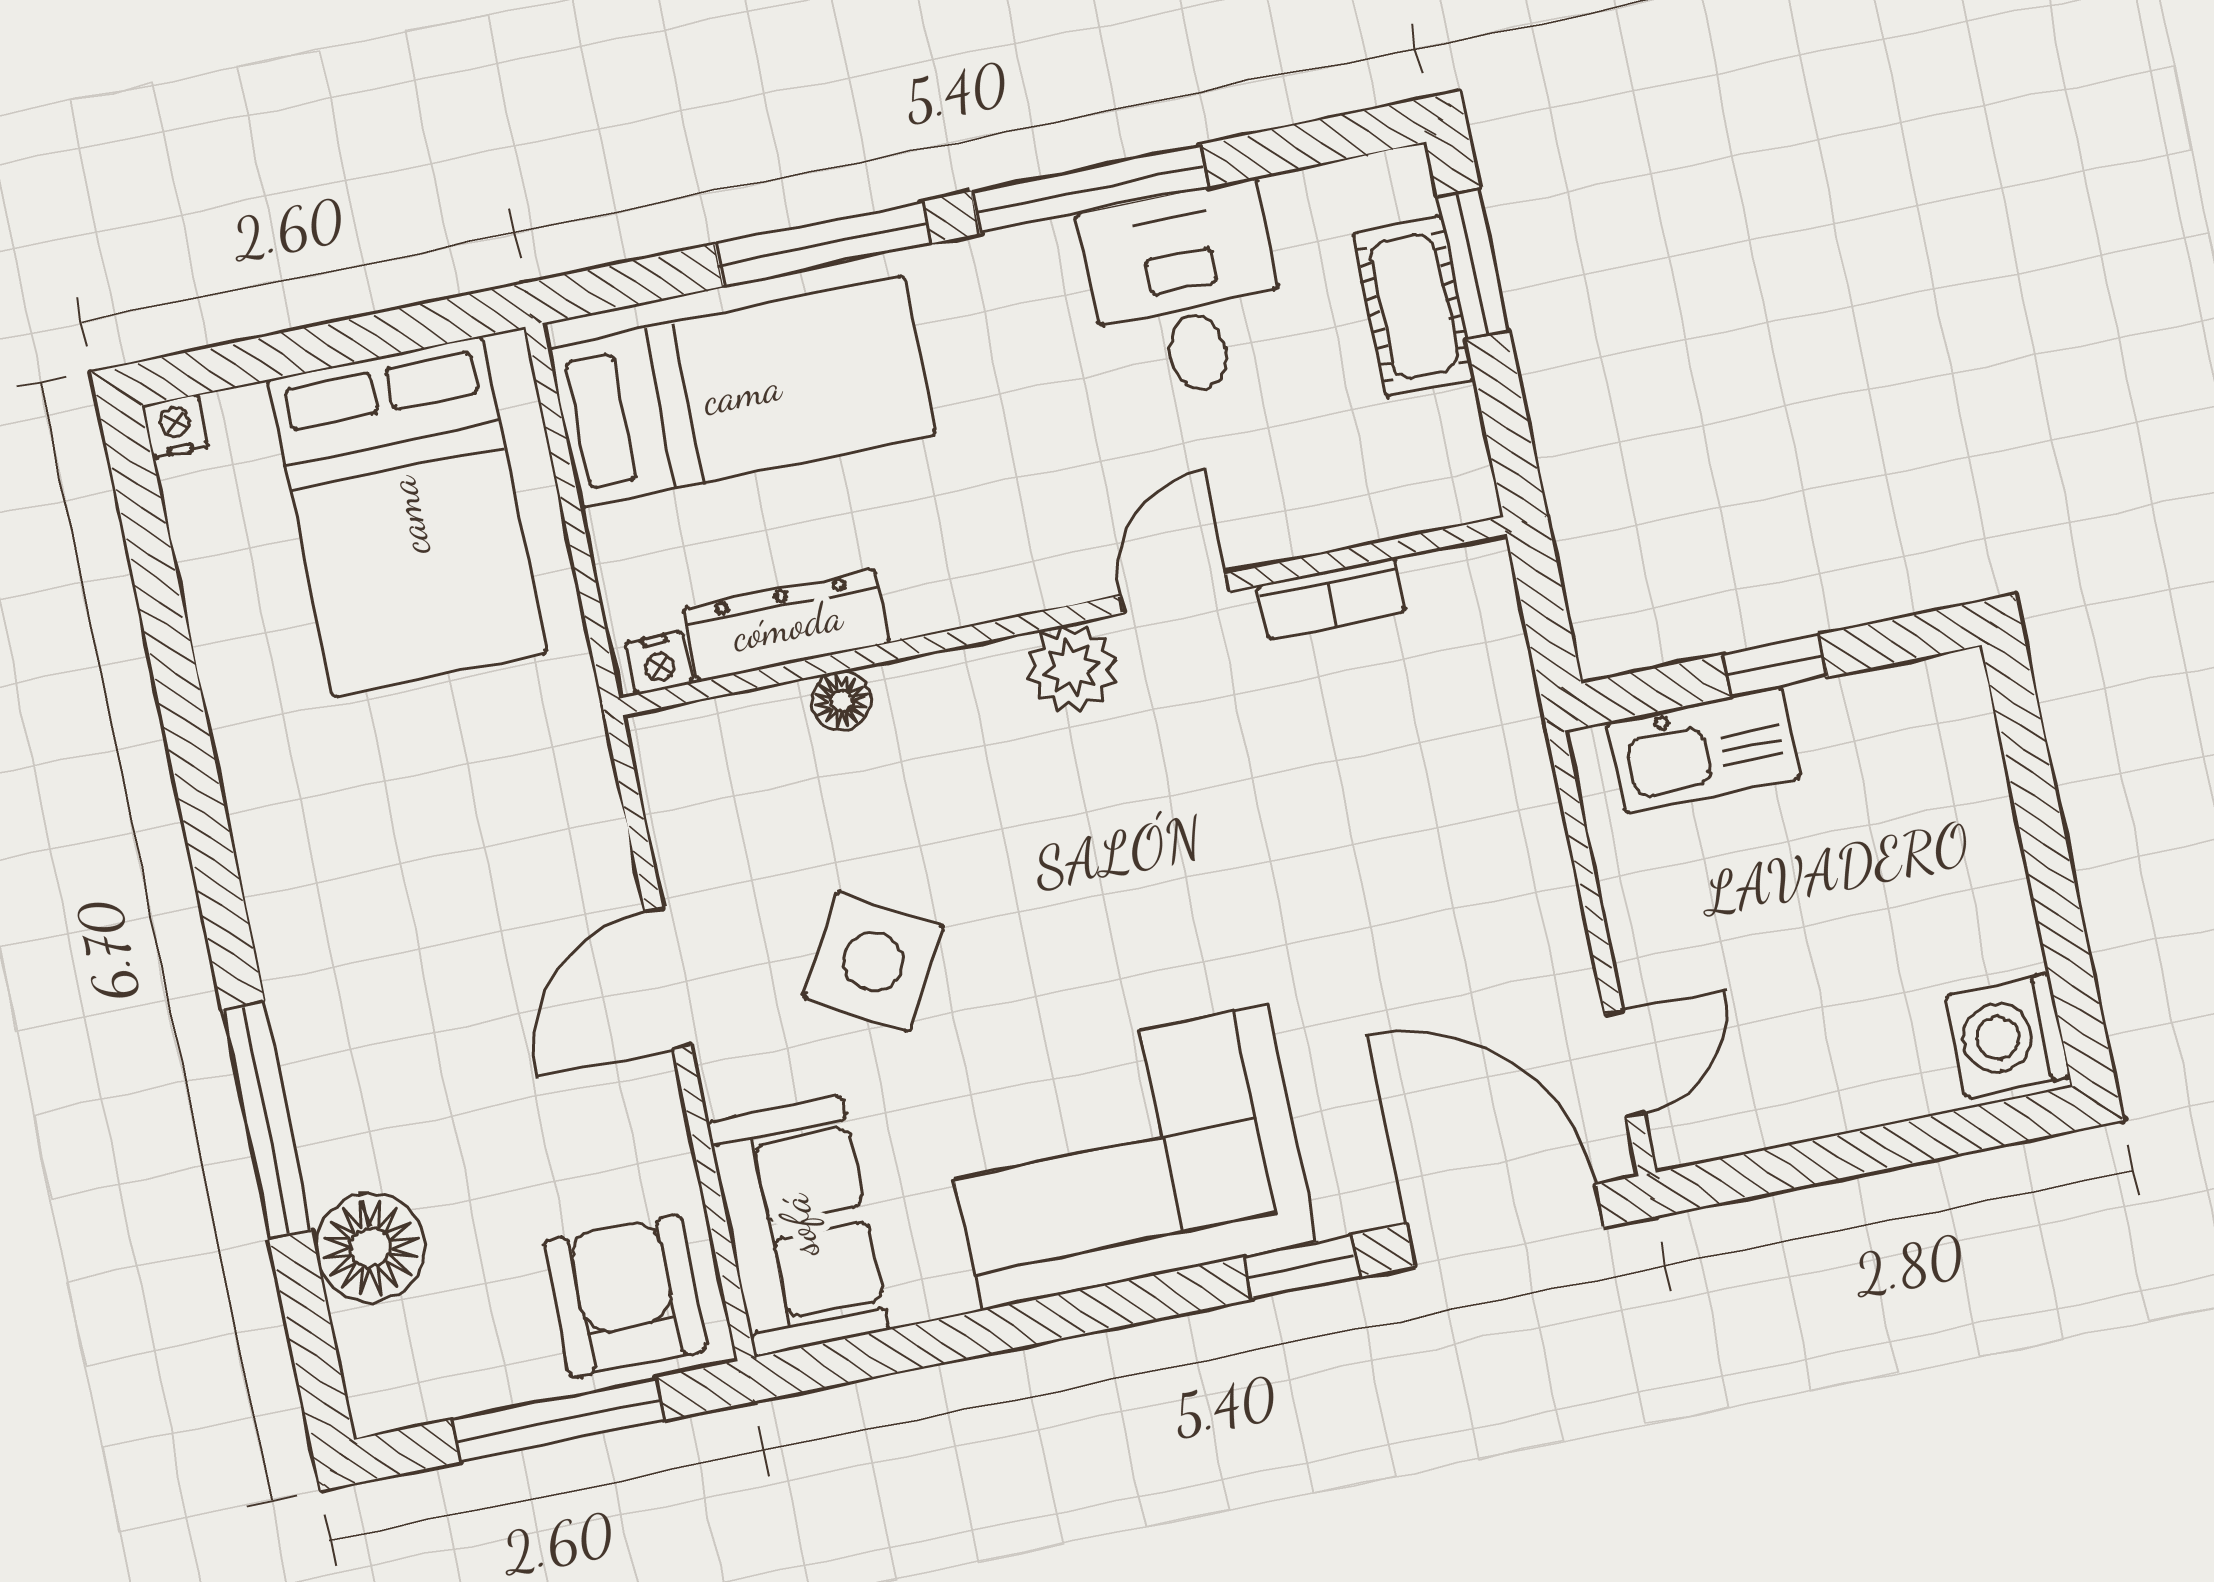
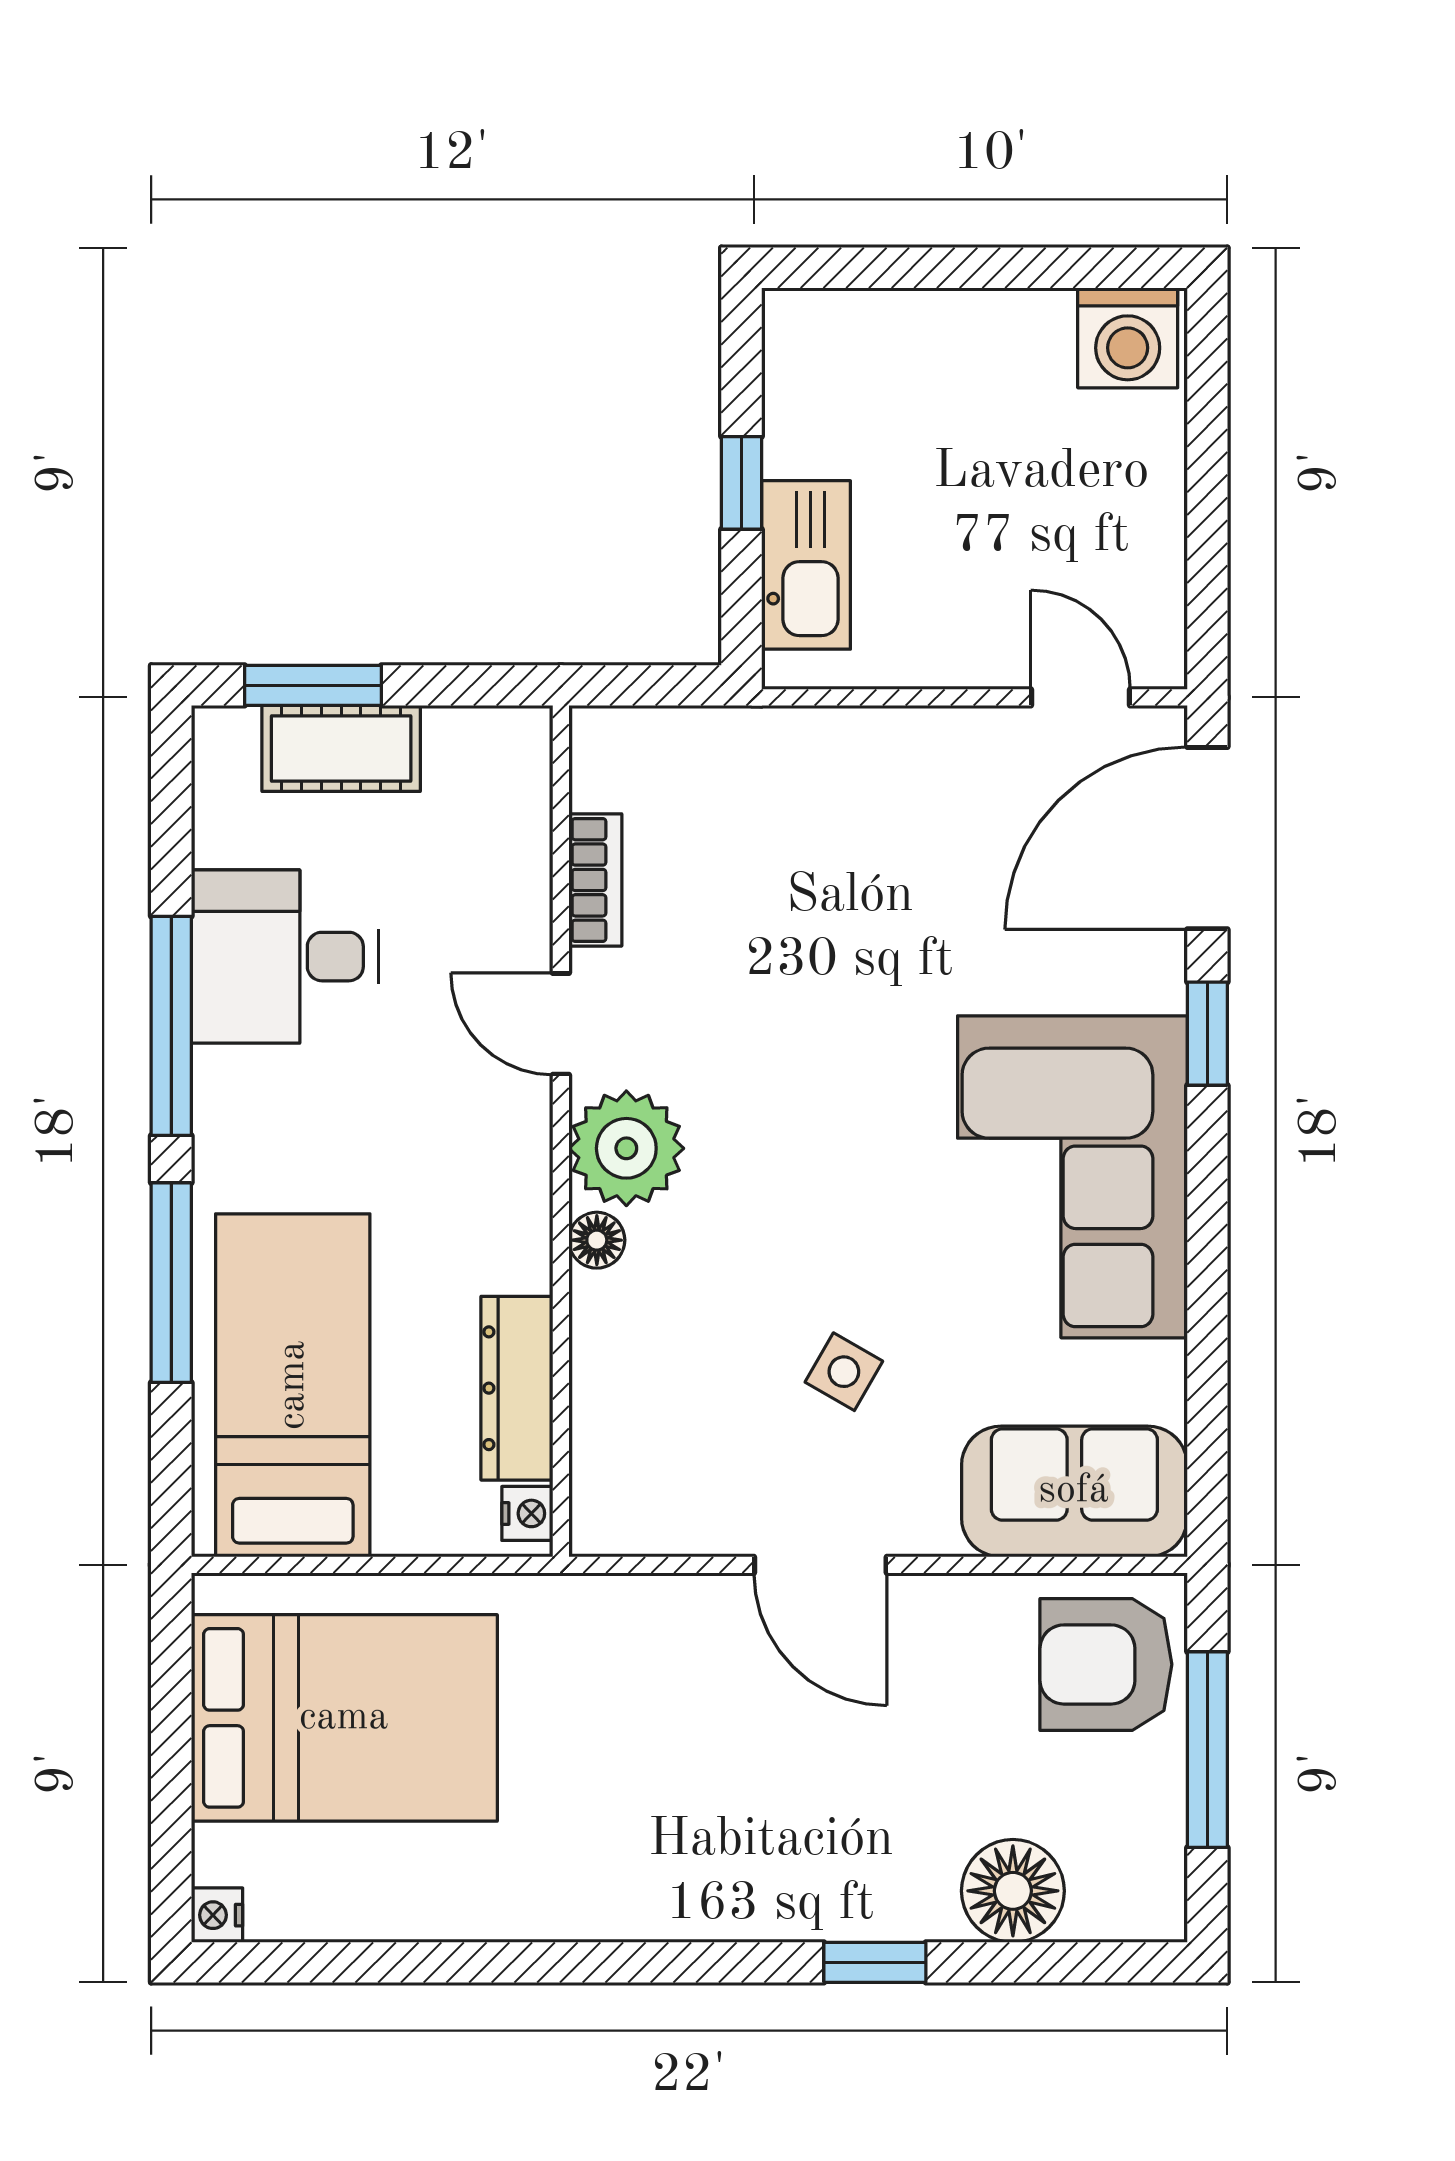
plant: (1072, 669) -> (626, 1148), width x1.36, depth x1.36
floor lamp: (841, 701) -> (597, 1240), moved
side table: (873, 961) -> (844, 1372), width x0.54, depth x0.54
window: (267, 1120) -> (875, 1962), width x0.46

